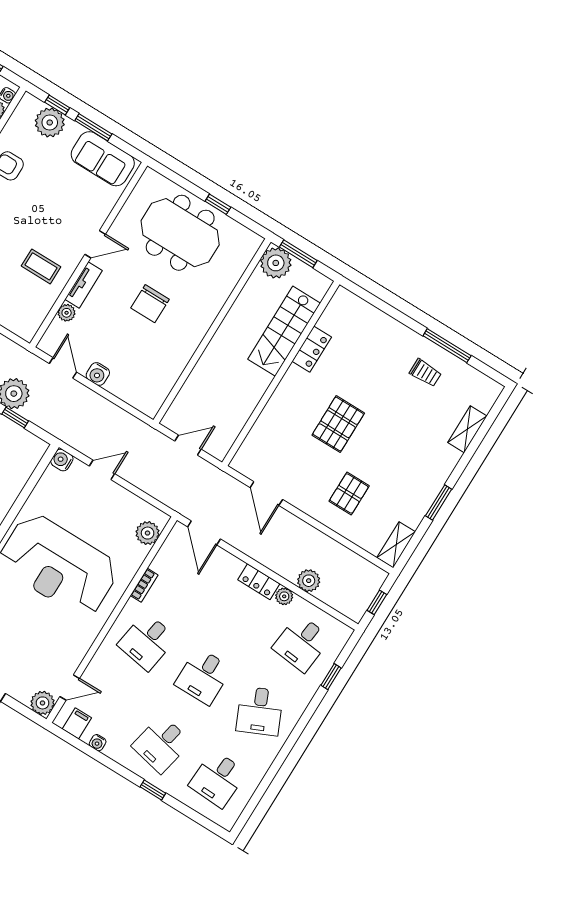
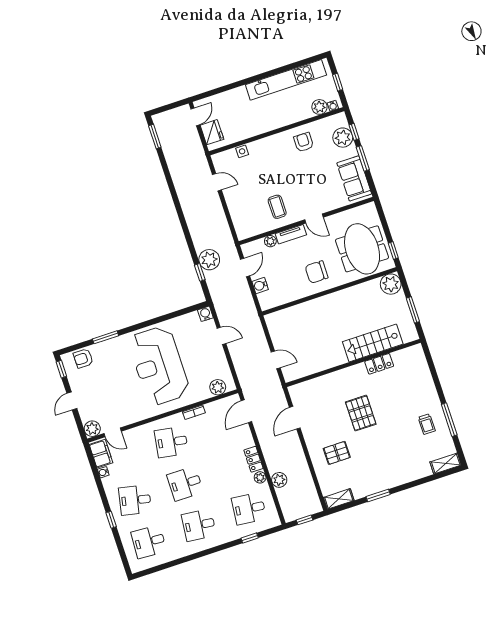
plant: (276, 263) -> (391, 284), moved
wall: (212, 331) -> (330, 291), moved
pallet: (338, 424) -> (361, 413), turned 90
shelving: (467, 429) -> (446, 463), moved
desk: (260, 711) -> (199, 525), turned 30
filing cabinet: (77, 723) -> (101, 454), width x2.00

